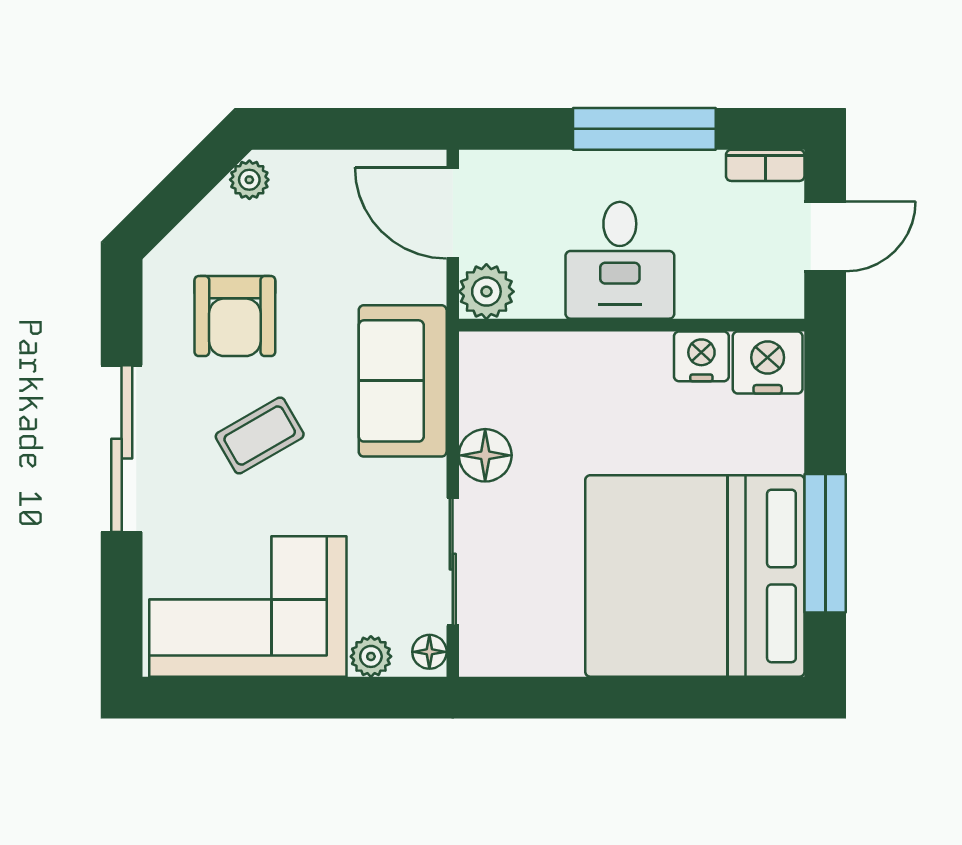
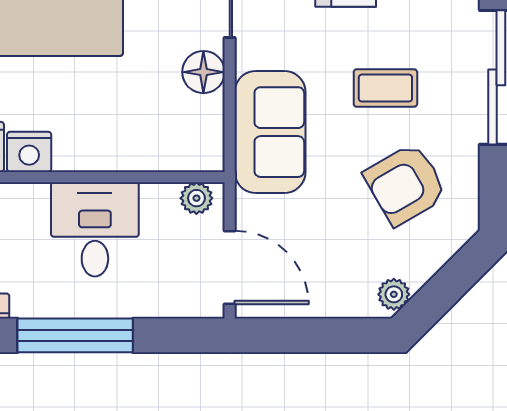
plant: (486, 292) -> (196, 198), width x0.73, depth x0.73
armchair: (235, 316) -> (405, 184), turned -120
coffee table: (260, 436) -> (385, 88), turned 30

